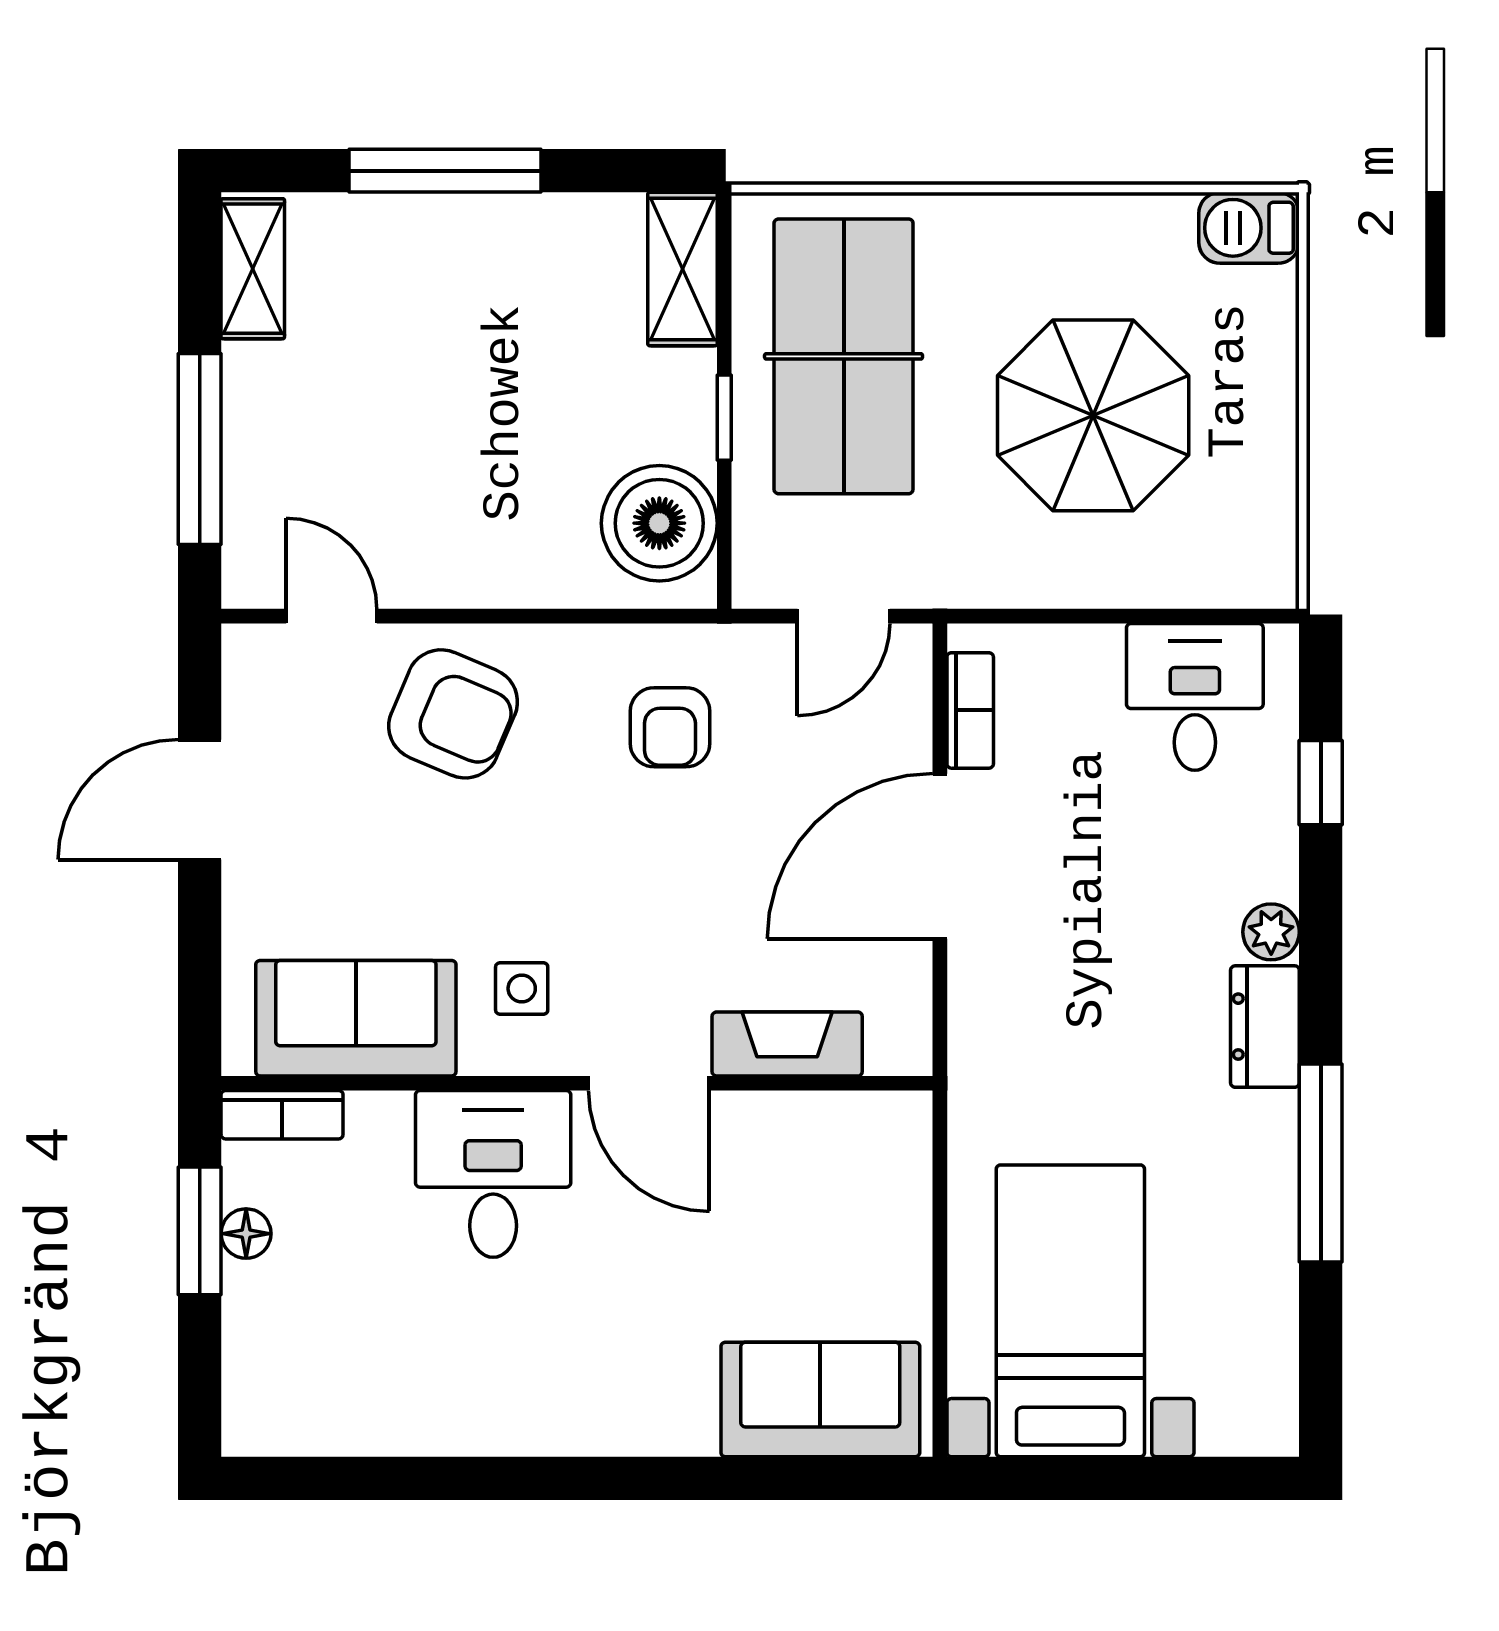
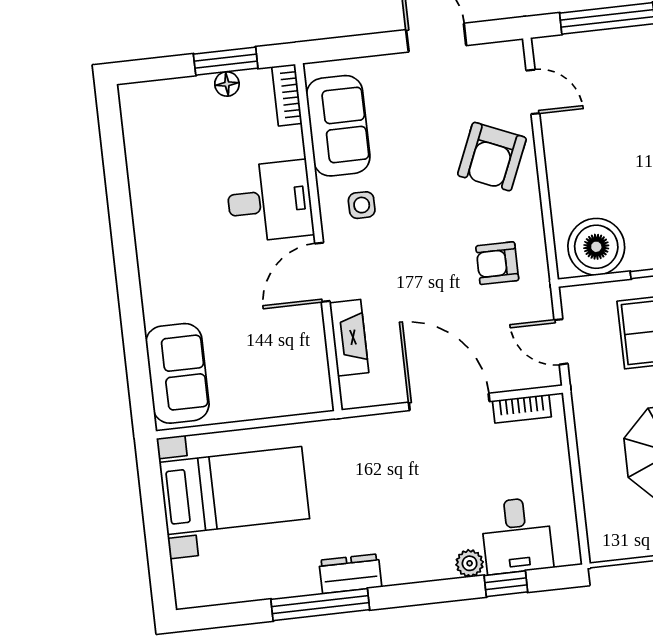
door: (332, 616) -> (533, 92), hinge flipped
desk: (1195, 697) -> (517, 536), moved, turned 90
plant: (1271, 932) -> (470, 563), moved
dresser: (1265, 1027) -> (350, 574), moved

